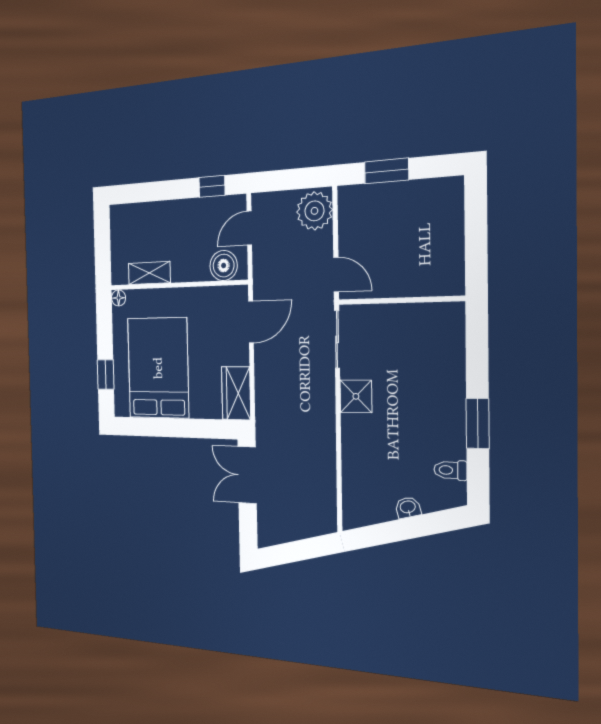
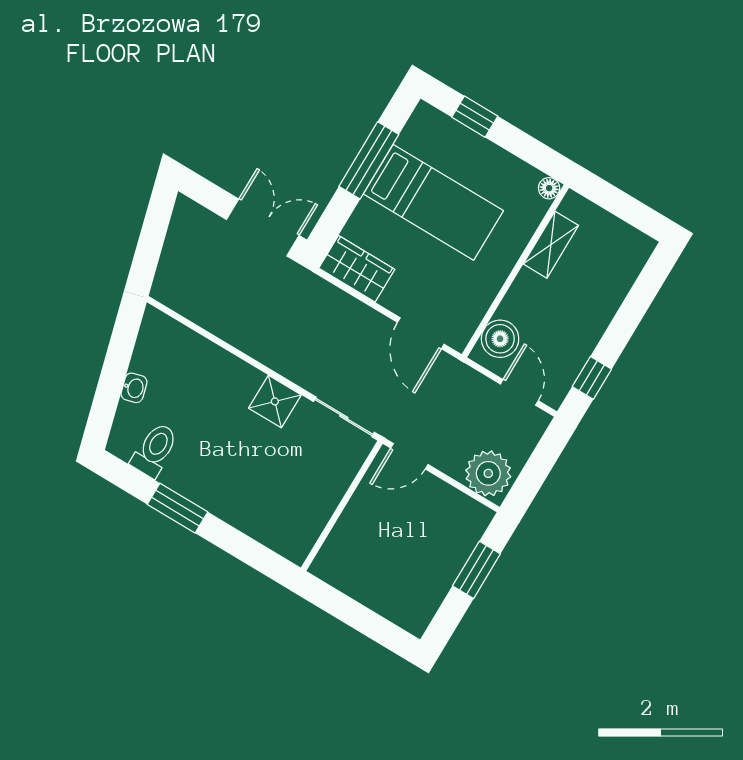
bed: (158, 368) -> (433, 202), width x0.67
window: (167, 428) -> (369, 160), added
toilet: (450, 470) -> (155, 450), width x1.37, depth x1.39

